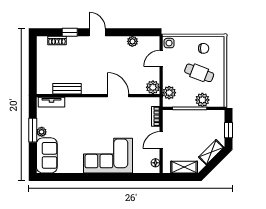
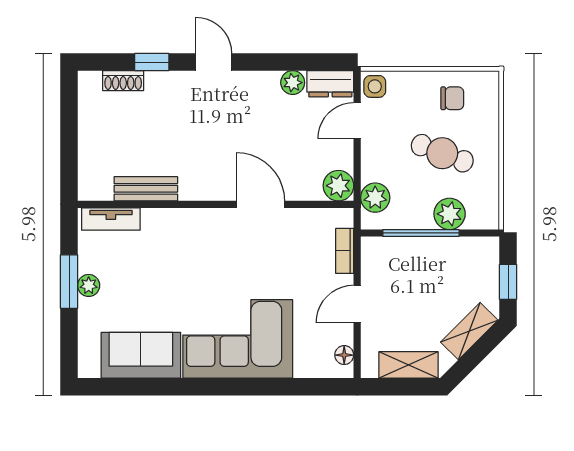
dresser: (149, 42) -> (330, 84), added
sofa: (47, 155) -> (141, 355), moved, turned -90

